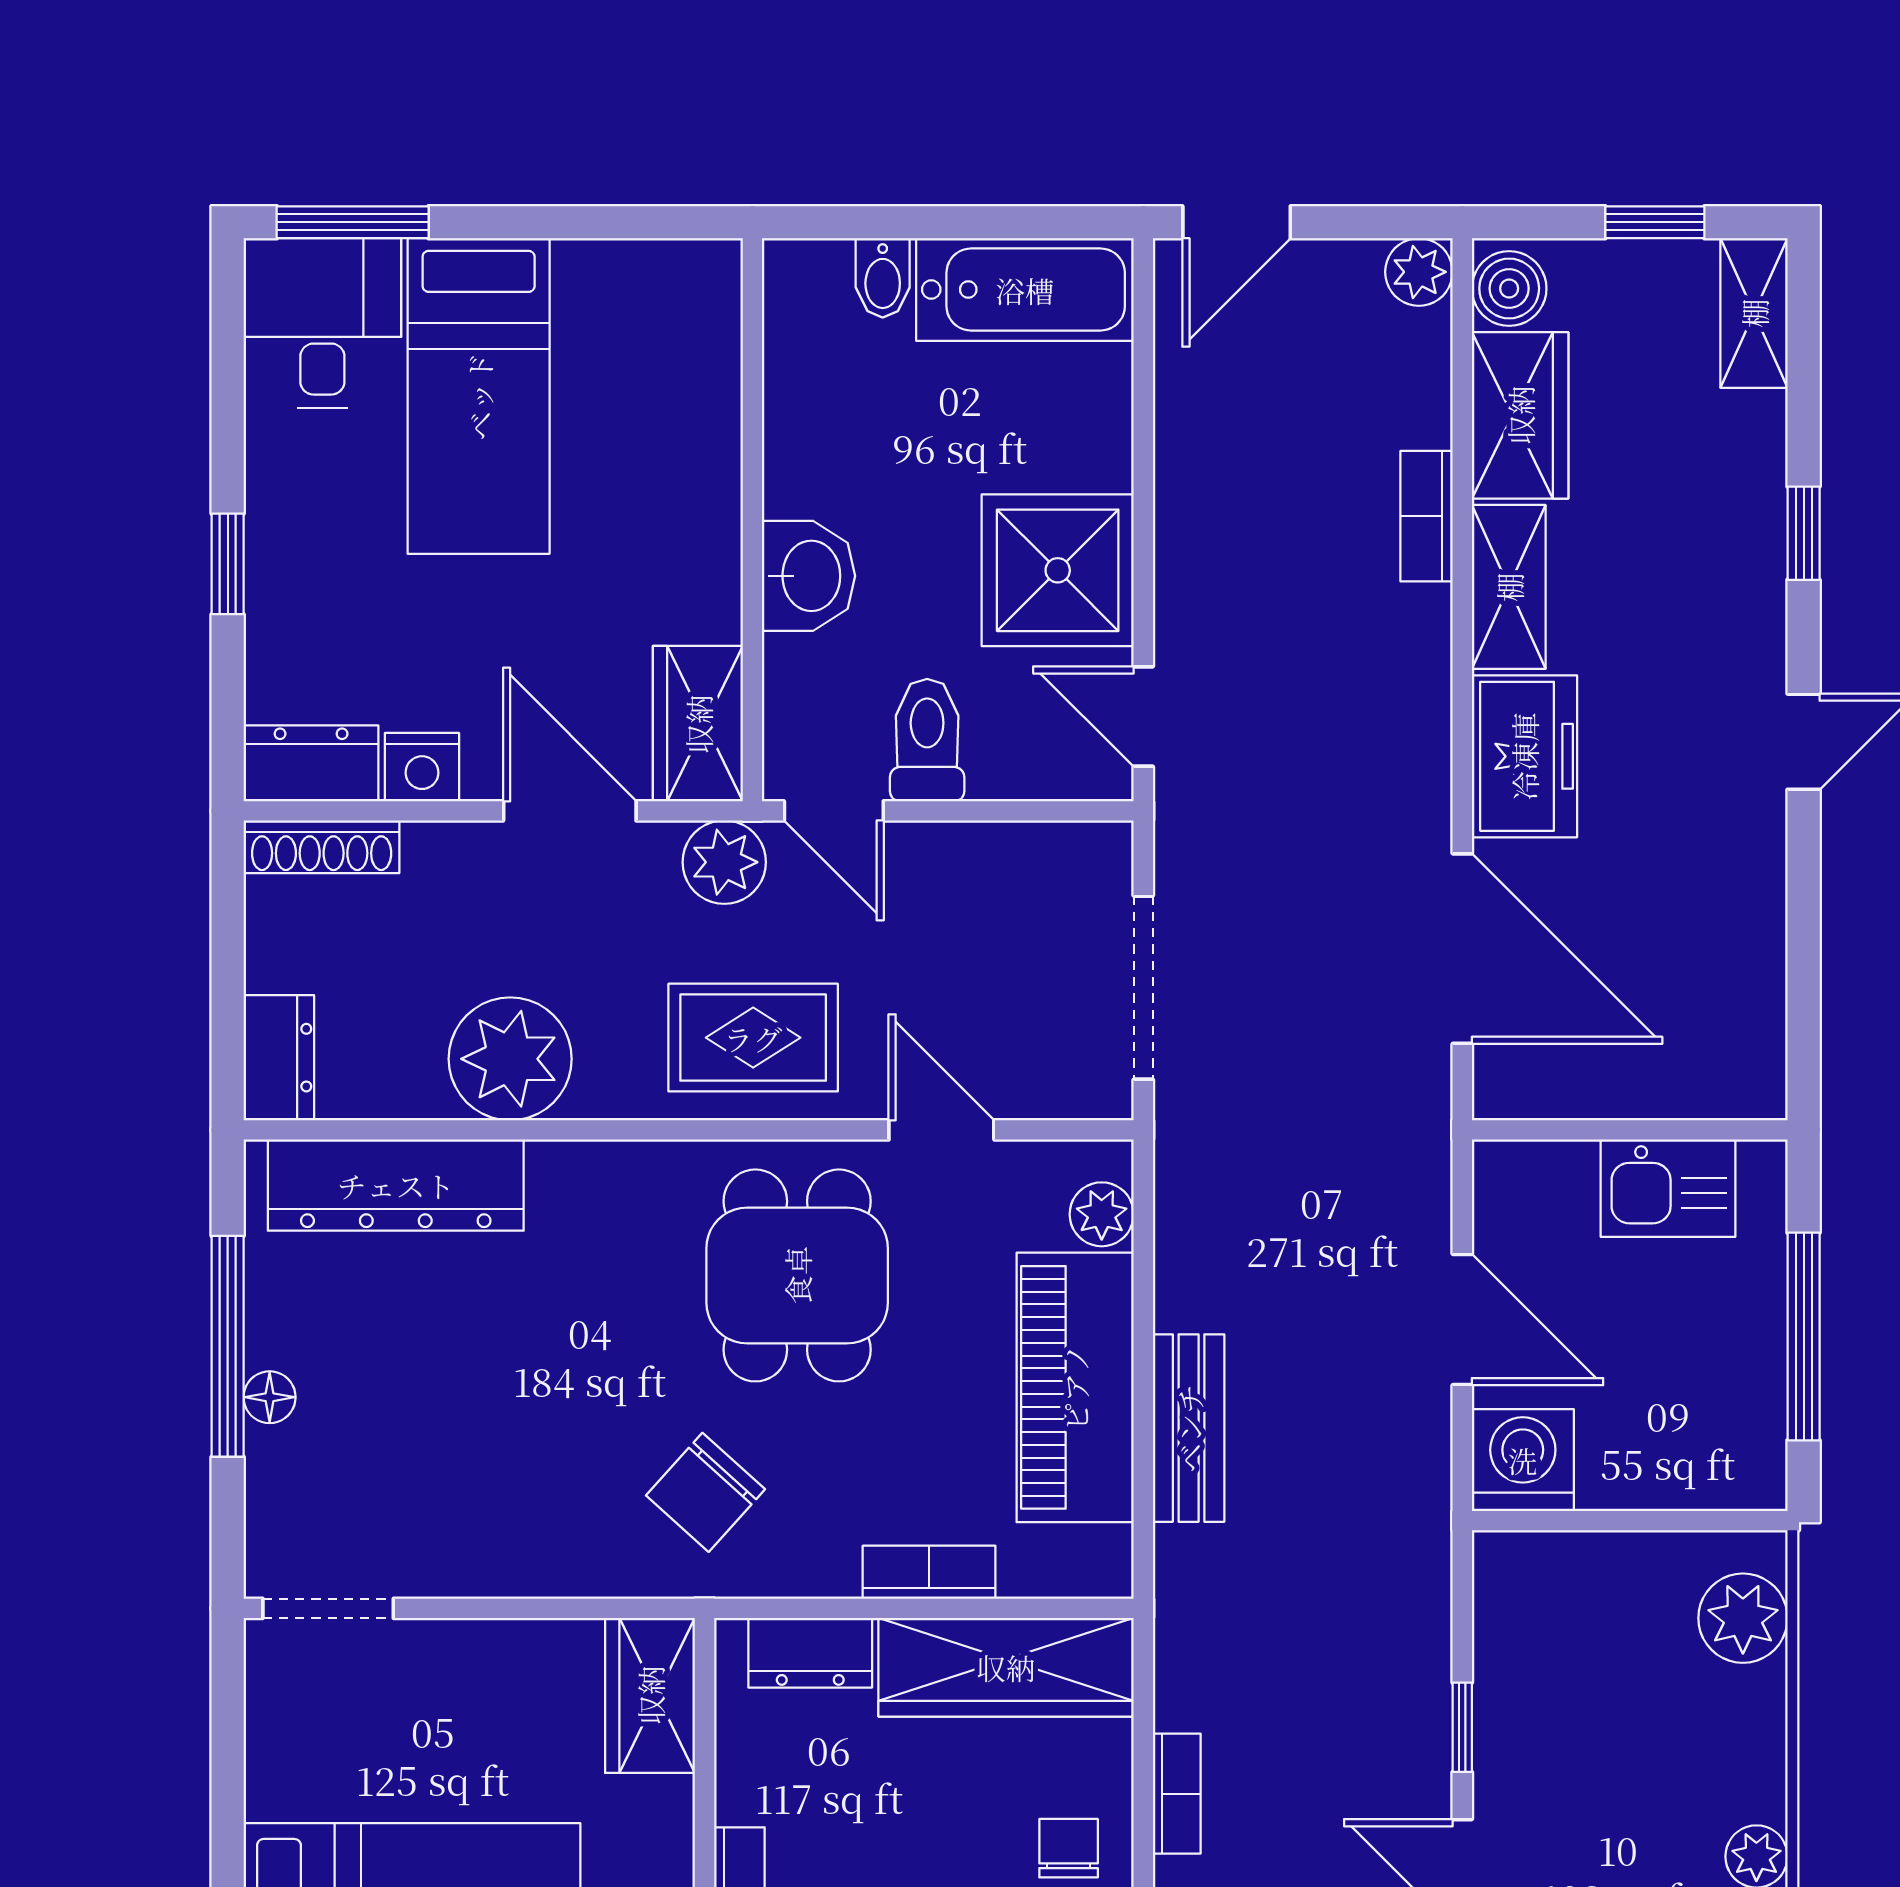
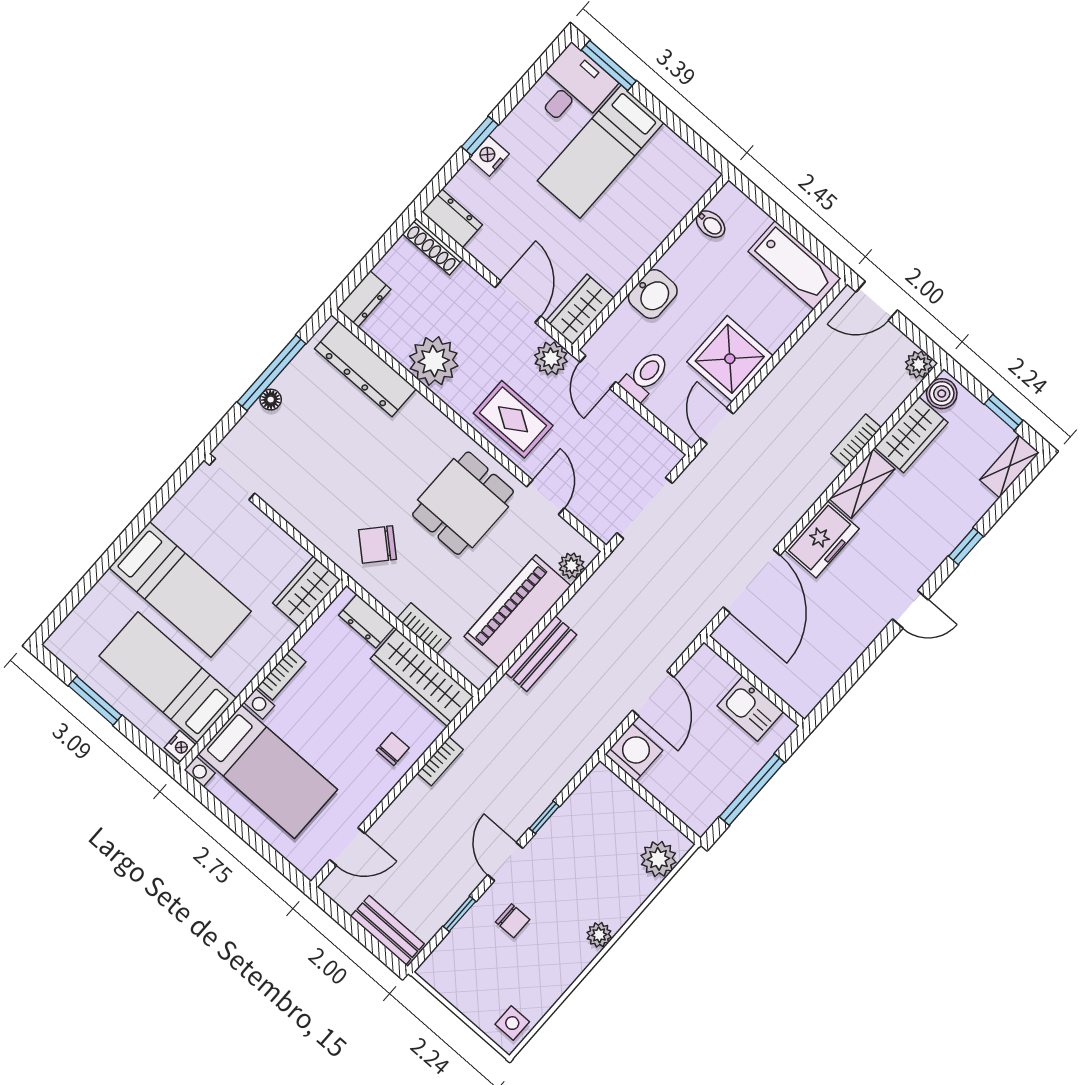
bidet: (883, 278) -> (711, 224), moved, turned -90
nightstand: (422, 767) -> (489, 156), moved, turned 90

